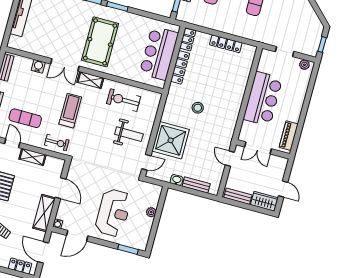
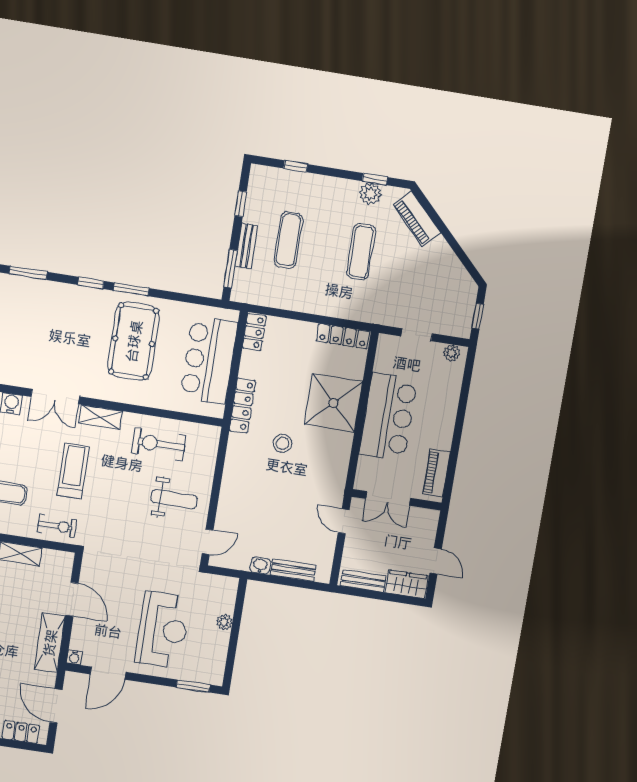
pool table: (100, 42) -> (134, 341), moved
locker: (226, 44) -> (343, 336), moved
locker: (180, 67) -> (242, 406), moved
shower: (171, 140) -> (333, 403), moved

